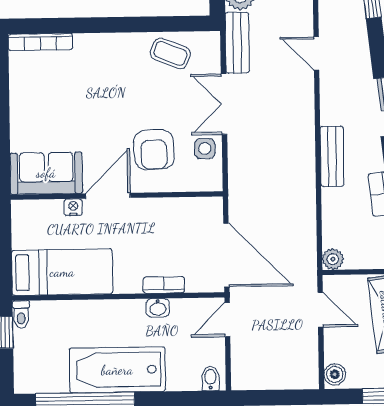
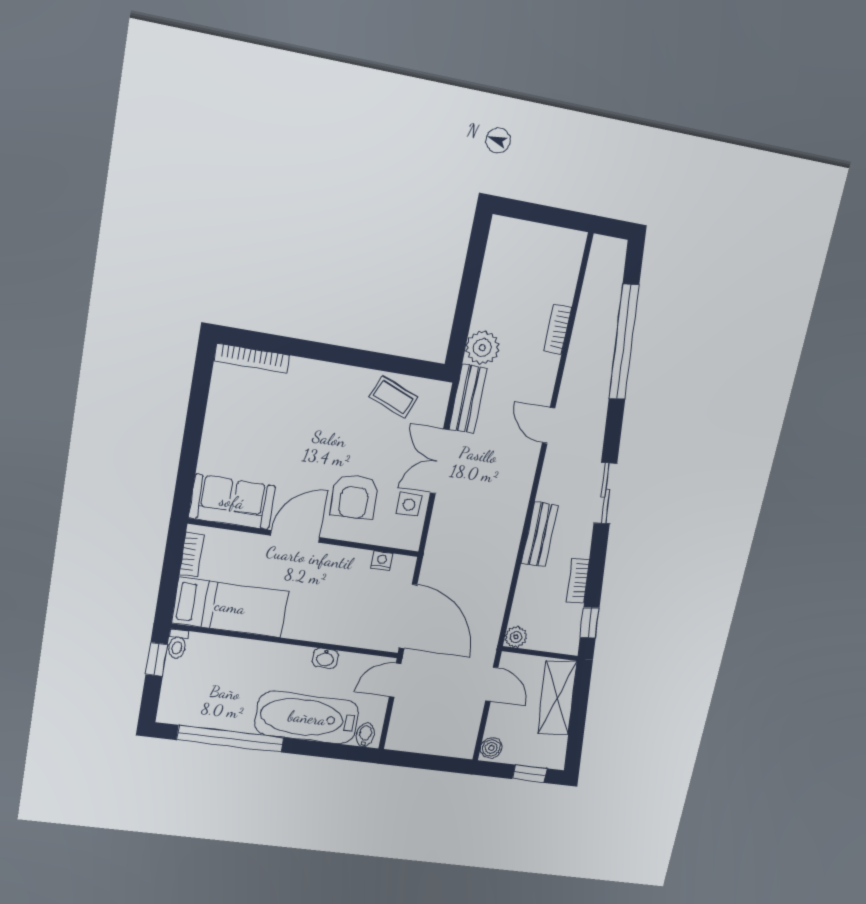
nightstand: (73, 207) -> (382, 561), moved
bookcase: (164, 285) -> (192, 554), moved, turned 90
bathtub: (117, 370) -> (307, 718), moved

